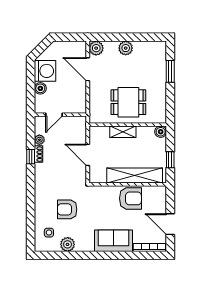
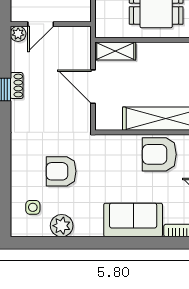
shelving: (123, 132) -> (115, 51), moved
plant: (39, 140) -> (18, 34), moved
armchair: (130, 198) -> (159, 154), turned 180

